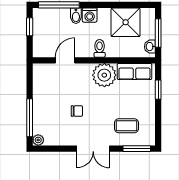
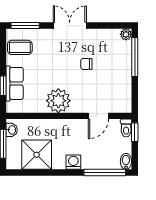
bidet: (76, 16) -> (126, 161), moved
window: (30, 27) -> (135, 132), moved
toilet: (100, 48) -> (126, 128), moved
row of seats: (134, 71) -> (15, 83), moved, turned 90
coffee table: (126, 126) -> (20, 47), moved

